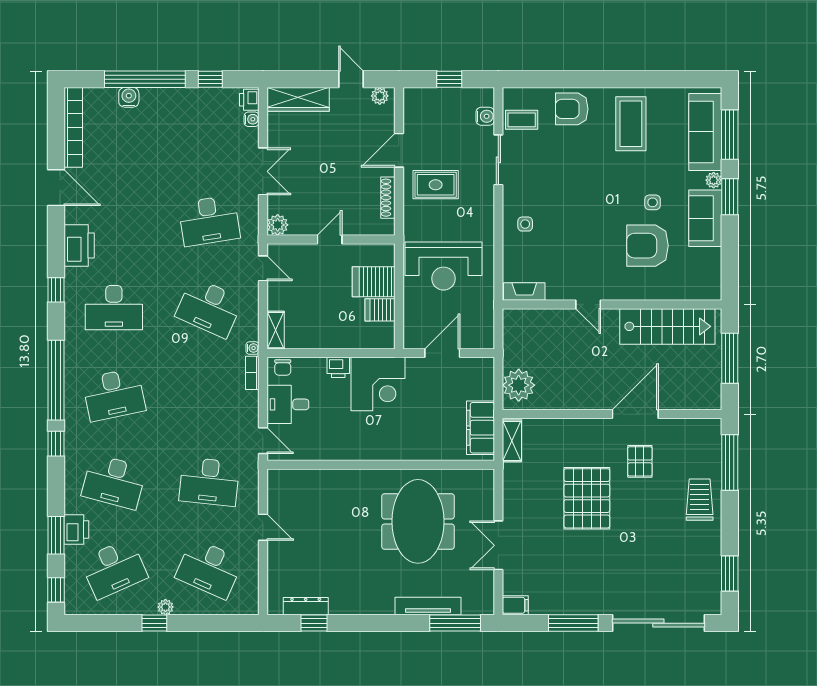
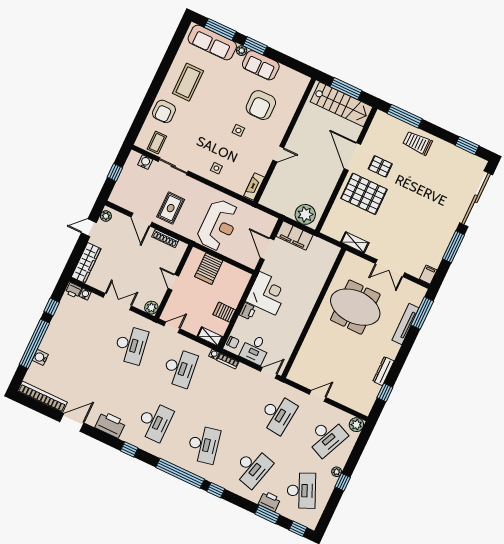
coffee table: (631, 124) -> (188, 82), turned 90
side table: (653, 202) -> (238, 130), moved
desk: (209, 308) -> (180, 368), turned -30
server rack: (380, 310) -> (224, 312), moved, turned 90
stairs: (667, 326) -> (342, 104), moved, turned 90
filing cabinet: (480, 428) -> (295, 236), moved
shelving: (512, 441) -> (355, 242), moved
pallet: (587, 498) -> (364, 194), moved
plant: (248, 604) -> (356, 425), added
dresser: (306, 606) -> (383, 371), moved

